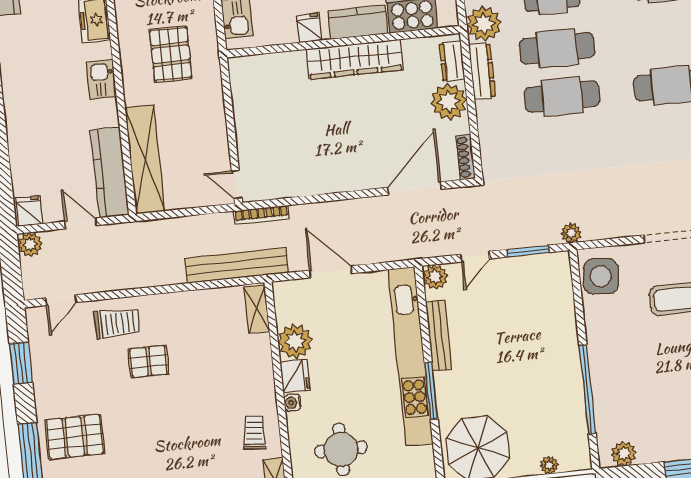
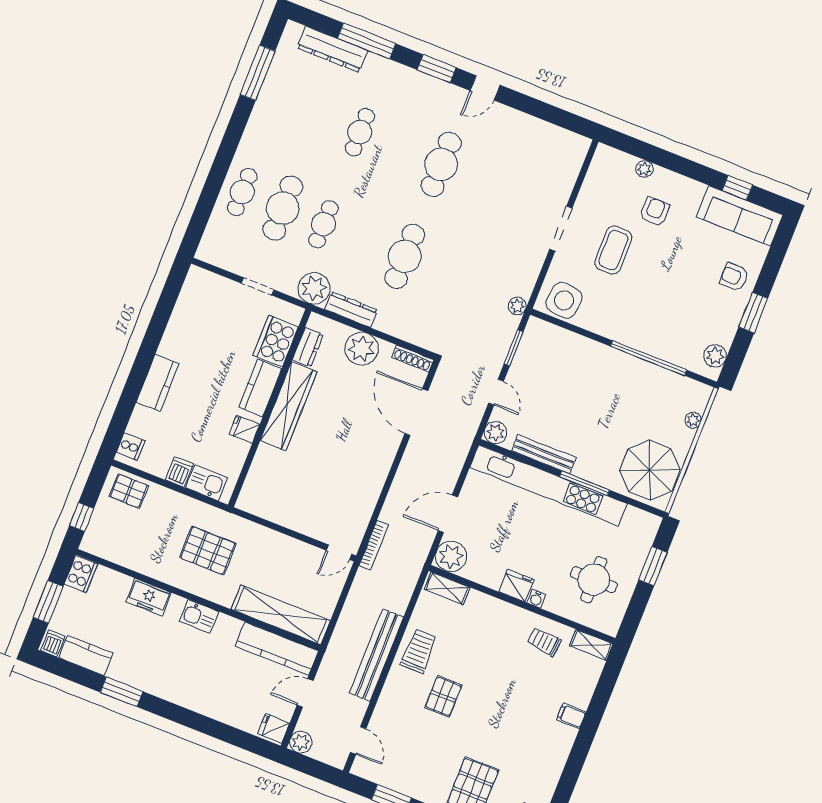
cafe table: (557, 48) -> (364, 240), removed
dresser: (452, 61) -> (308, 347), moved, turned -90
bench: (237, 266) -> (376, 655), moved
trolley: (117, 323) -> (419, 651), moved
plant: (295, 341) -> (451, 556), moved

